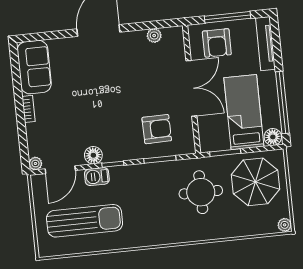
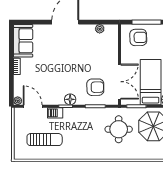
armchair: (217, 43) -> (138, 37), turned -91
double door: (191, 88) -> (120, 82), moved
floor lamp: (93, 155) -> (70, 99), moved
door: (60, 170) -> (33, 106), swing flipped
sun lounger: (85, 221) -> (45, 140), width x0.73, depth x0.75

